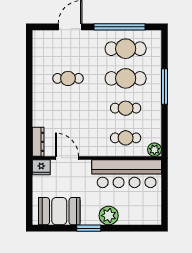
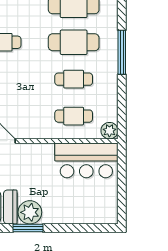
bar counter: (127, 174) -> (86, 160), width x0.73
plant: (109, 216) -> (30, 212), moved

